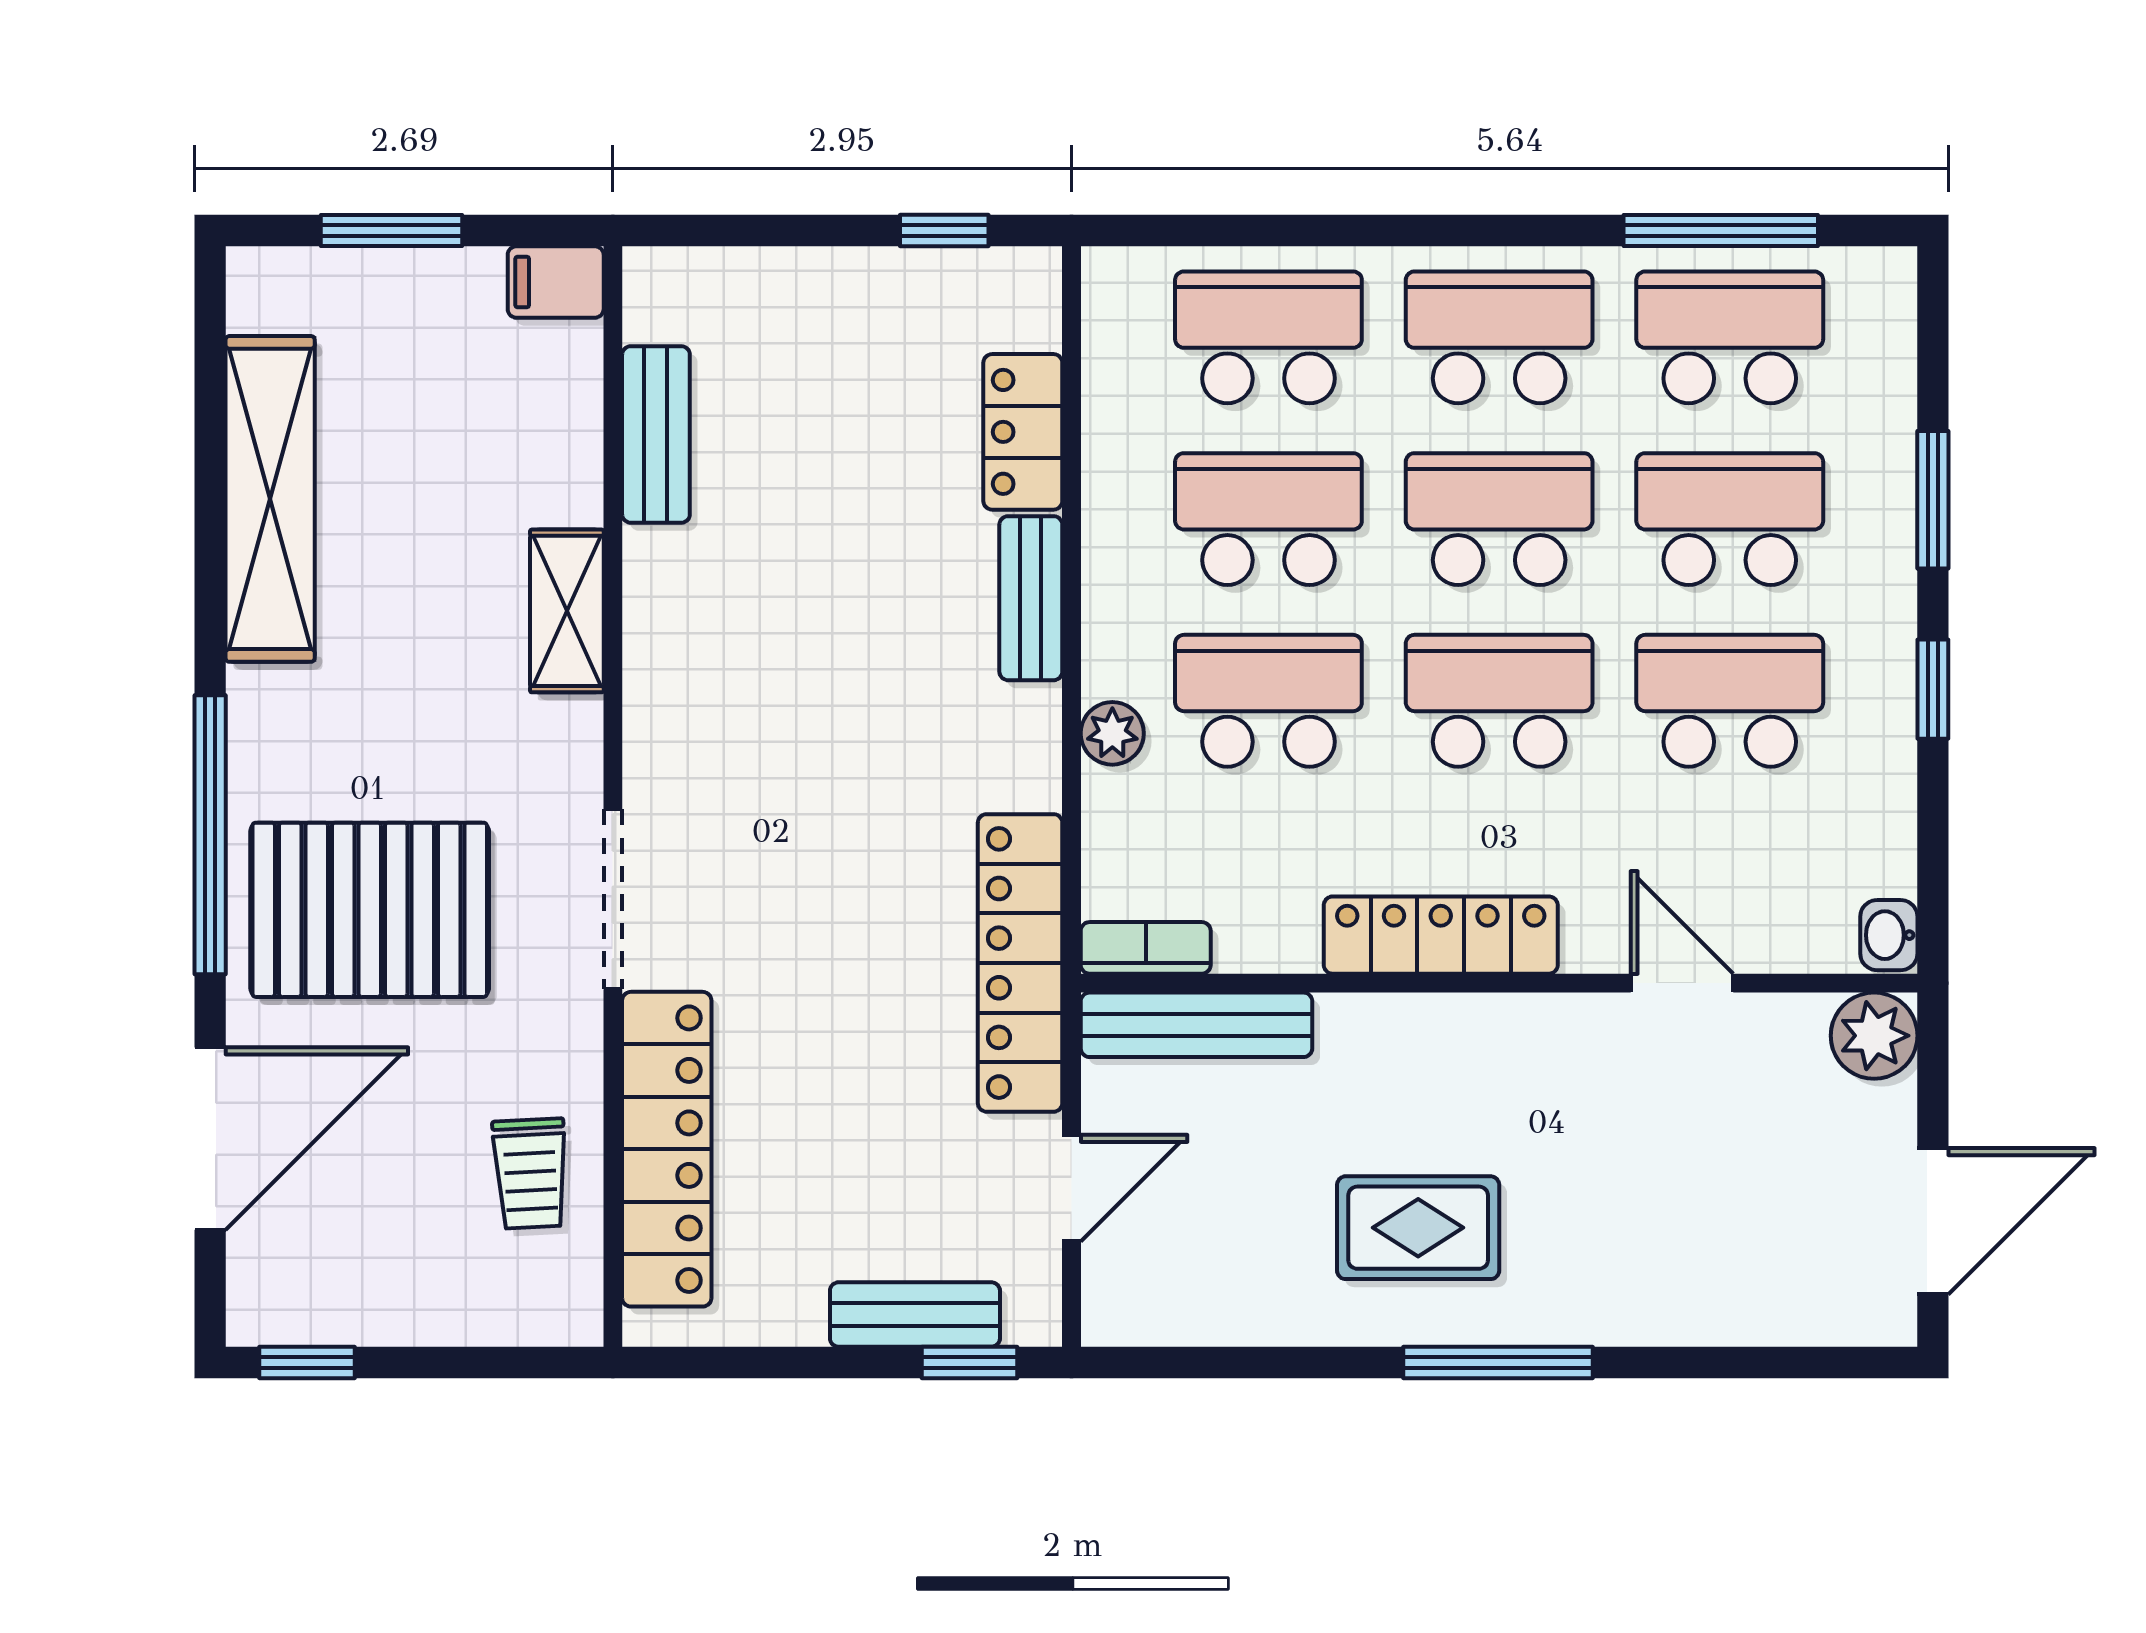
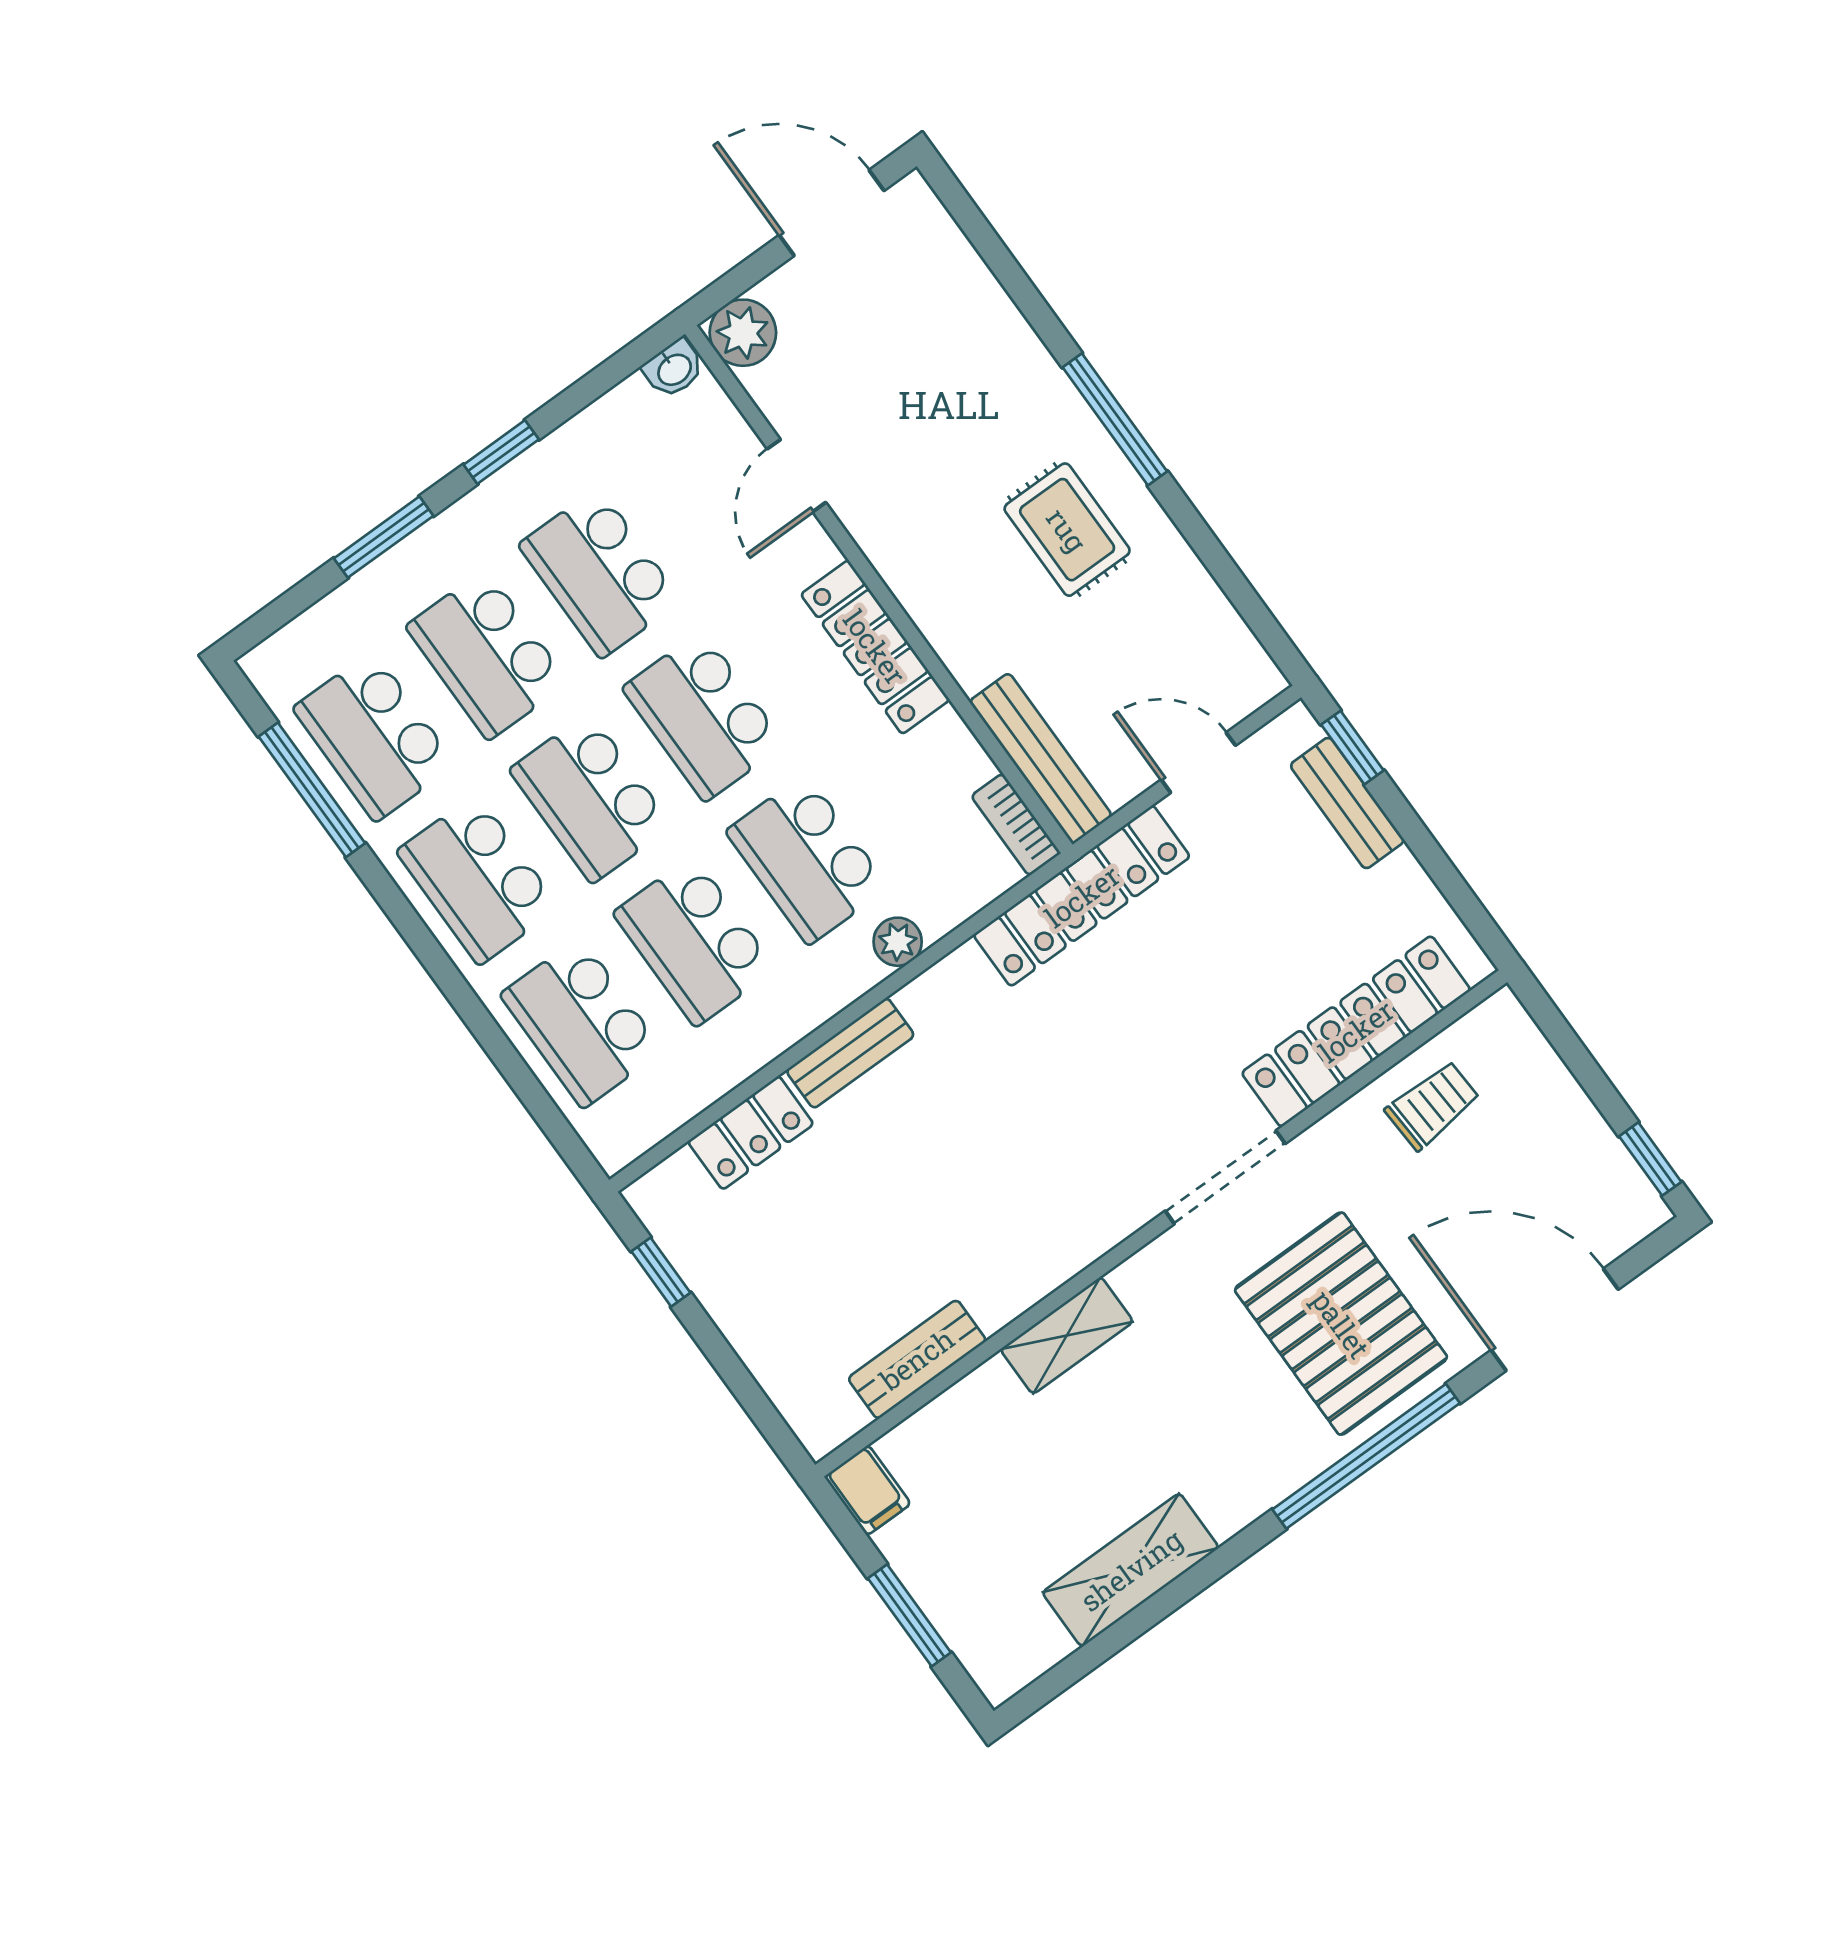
shelving: (270, 499) -> (1131, 1570), width x0.68

